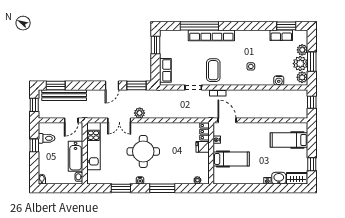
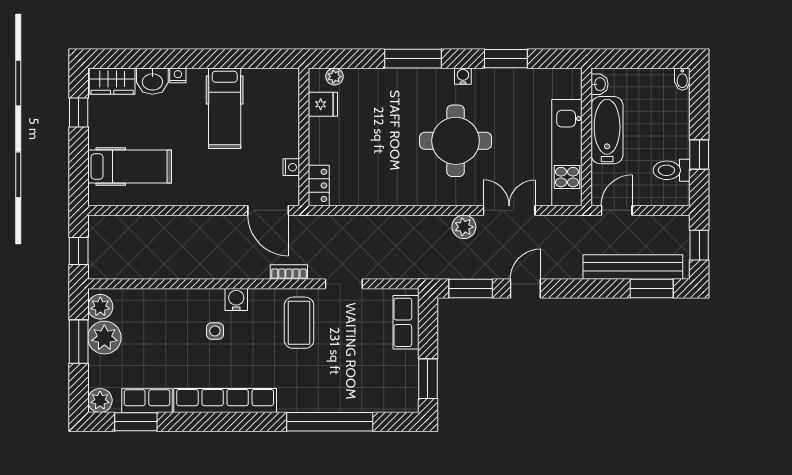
row of seats: (211, 35) -> (225, 400), moved
plant: (302, 50) -> (100, 400), moved
water cooler: (279, 81) -> (236, 299), moved
fridge: (203, 147) -> (323, 104), moved
hospital bed: (231, 159) -> (225, 108), moved, turned -90

